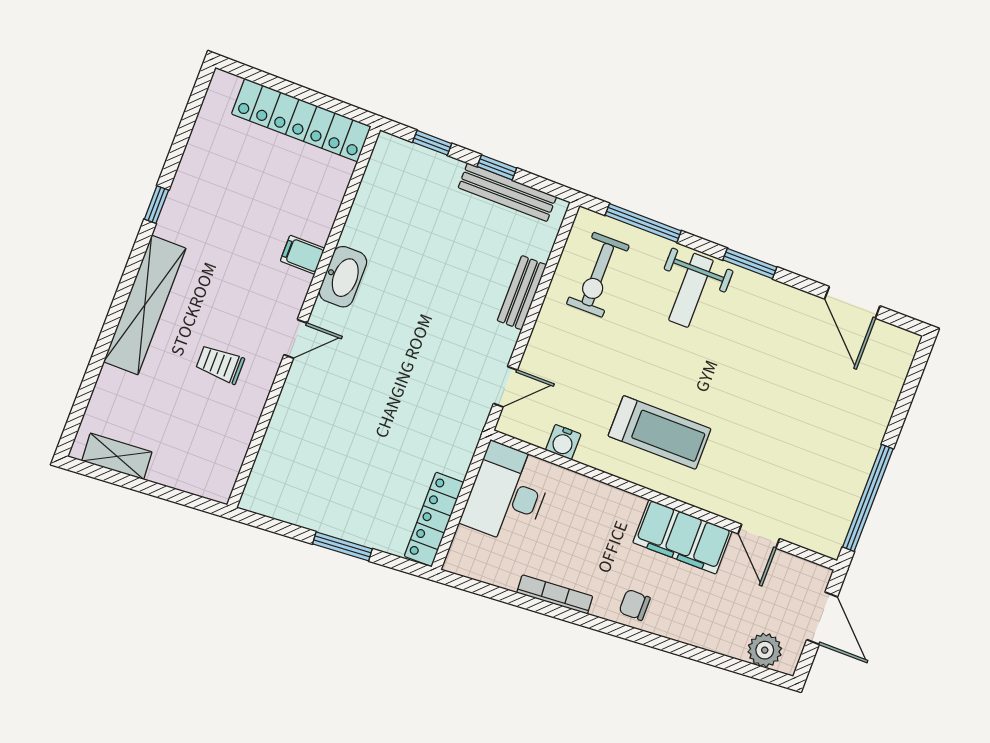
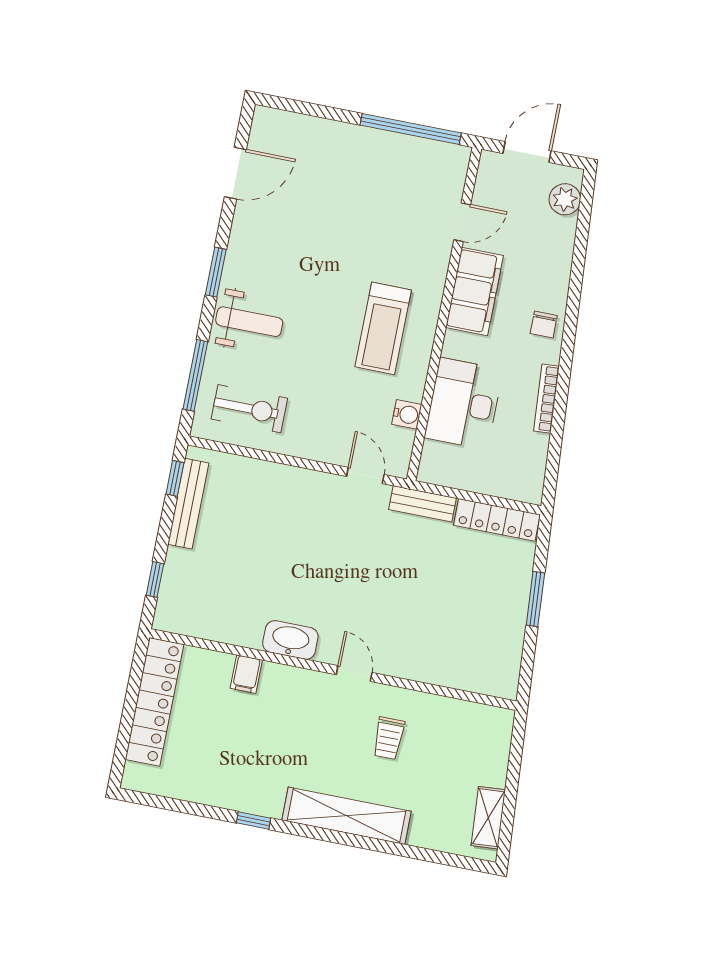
window: (497, 167) -> (175, 478), moved
filing cabinet: (302, 255) -> (246, 674), moved
bench: (522, 293) -> (423, 504), moved
treadmill: (660, 432) -> (383, 328), turned 180
desk: (507, 494) -> (464, 404), moved, turned 90

